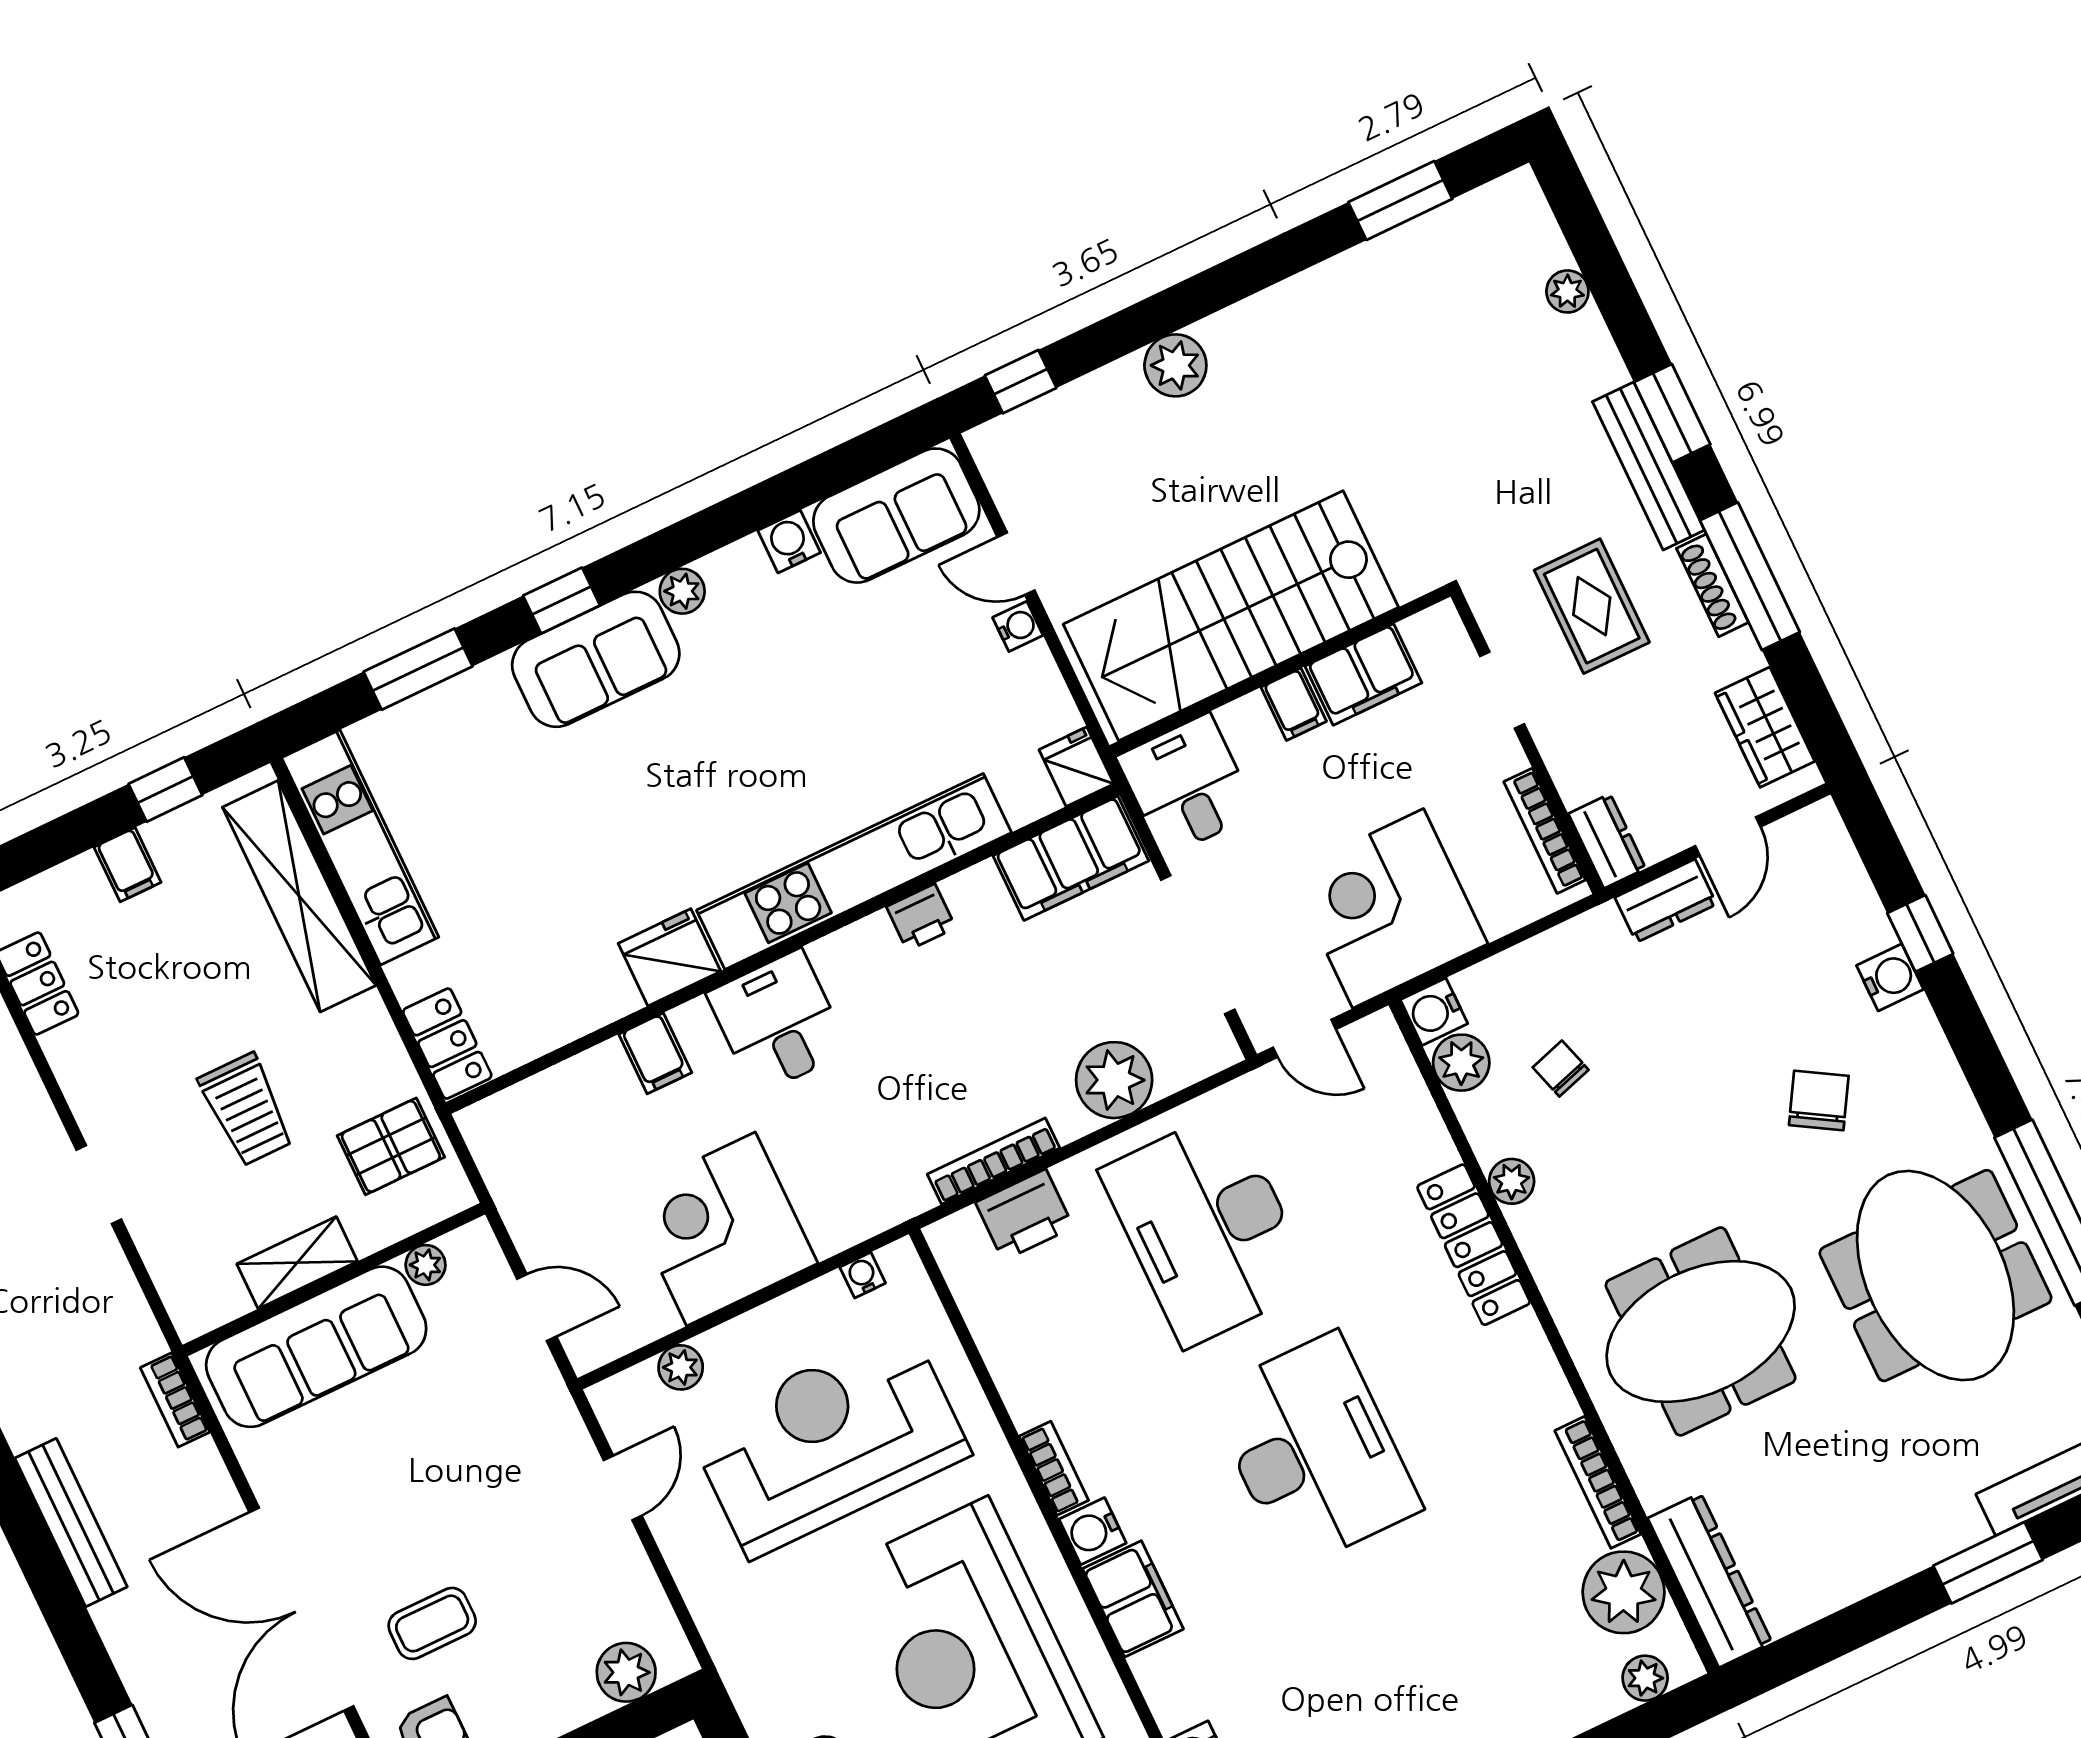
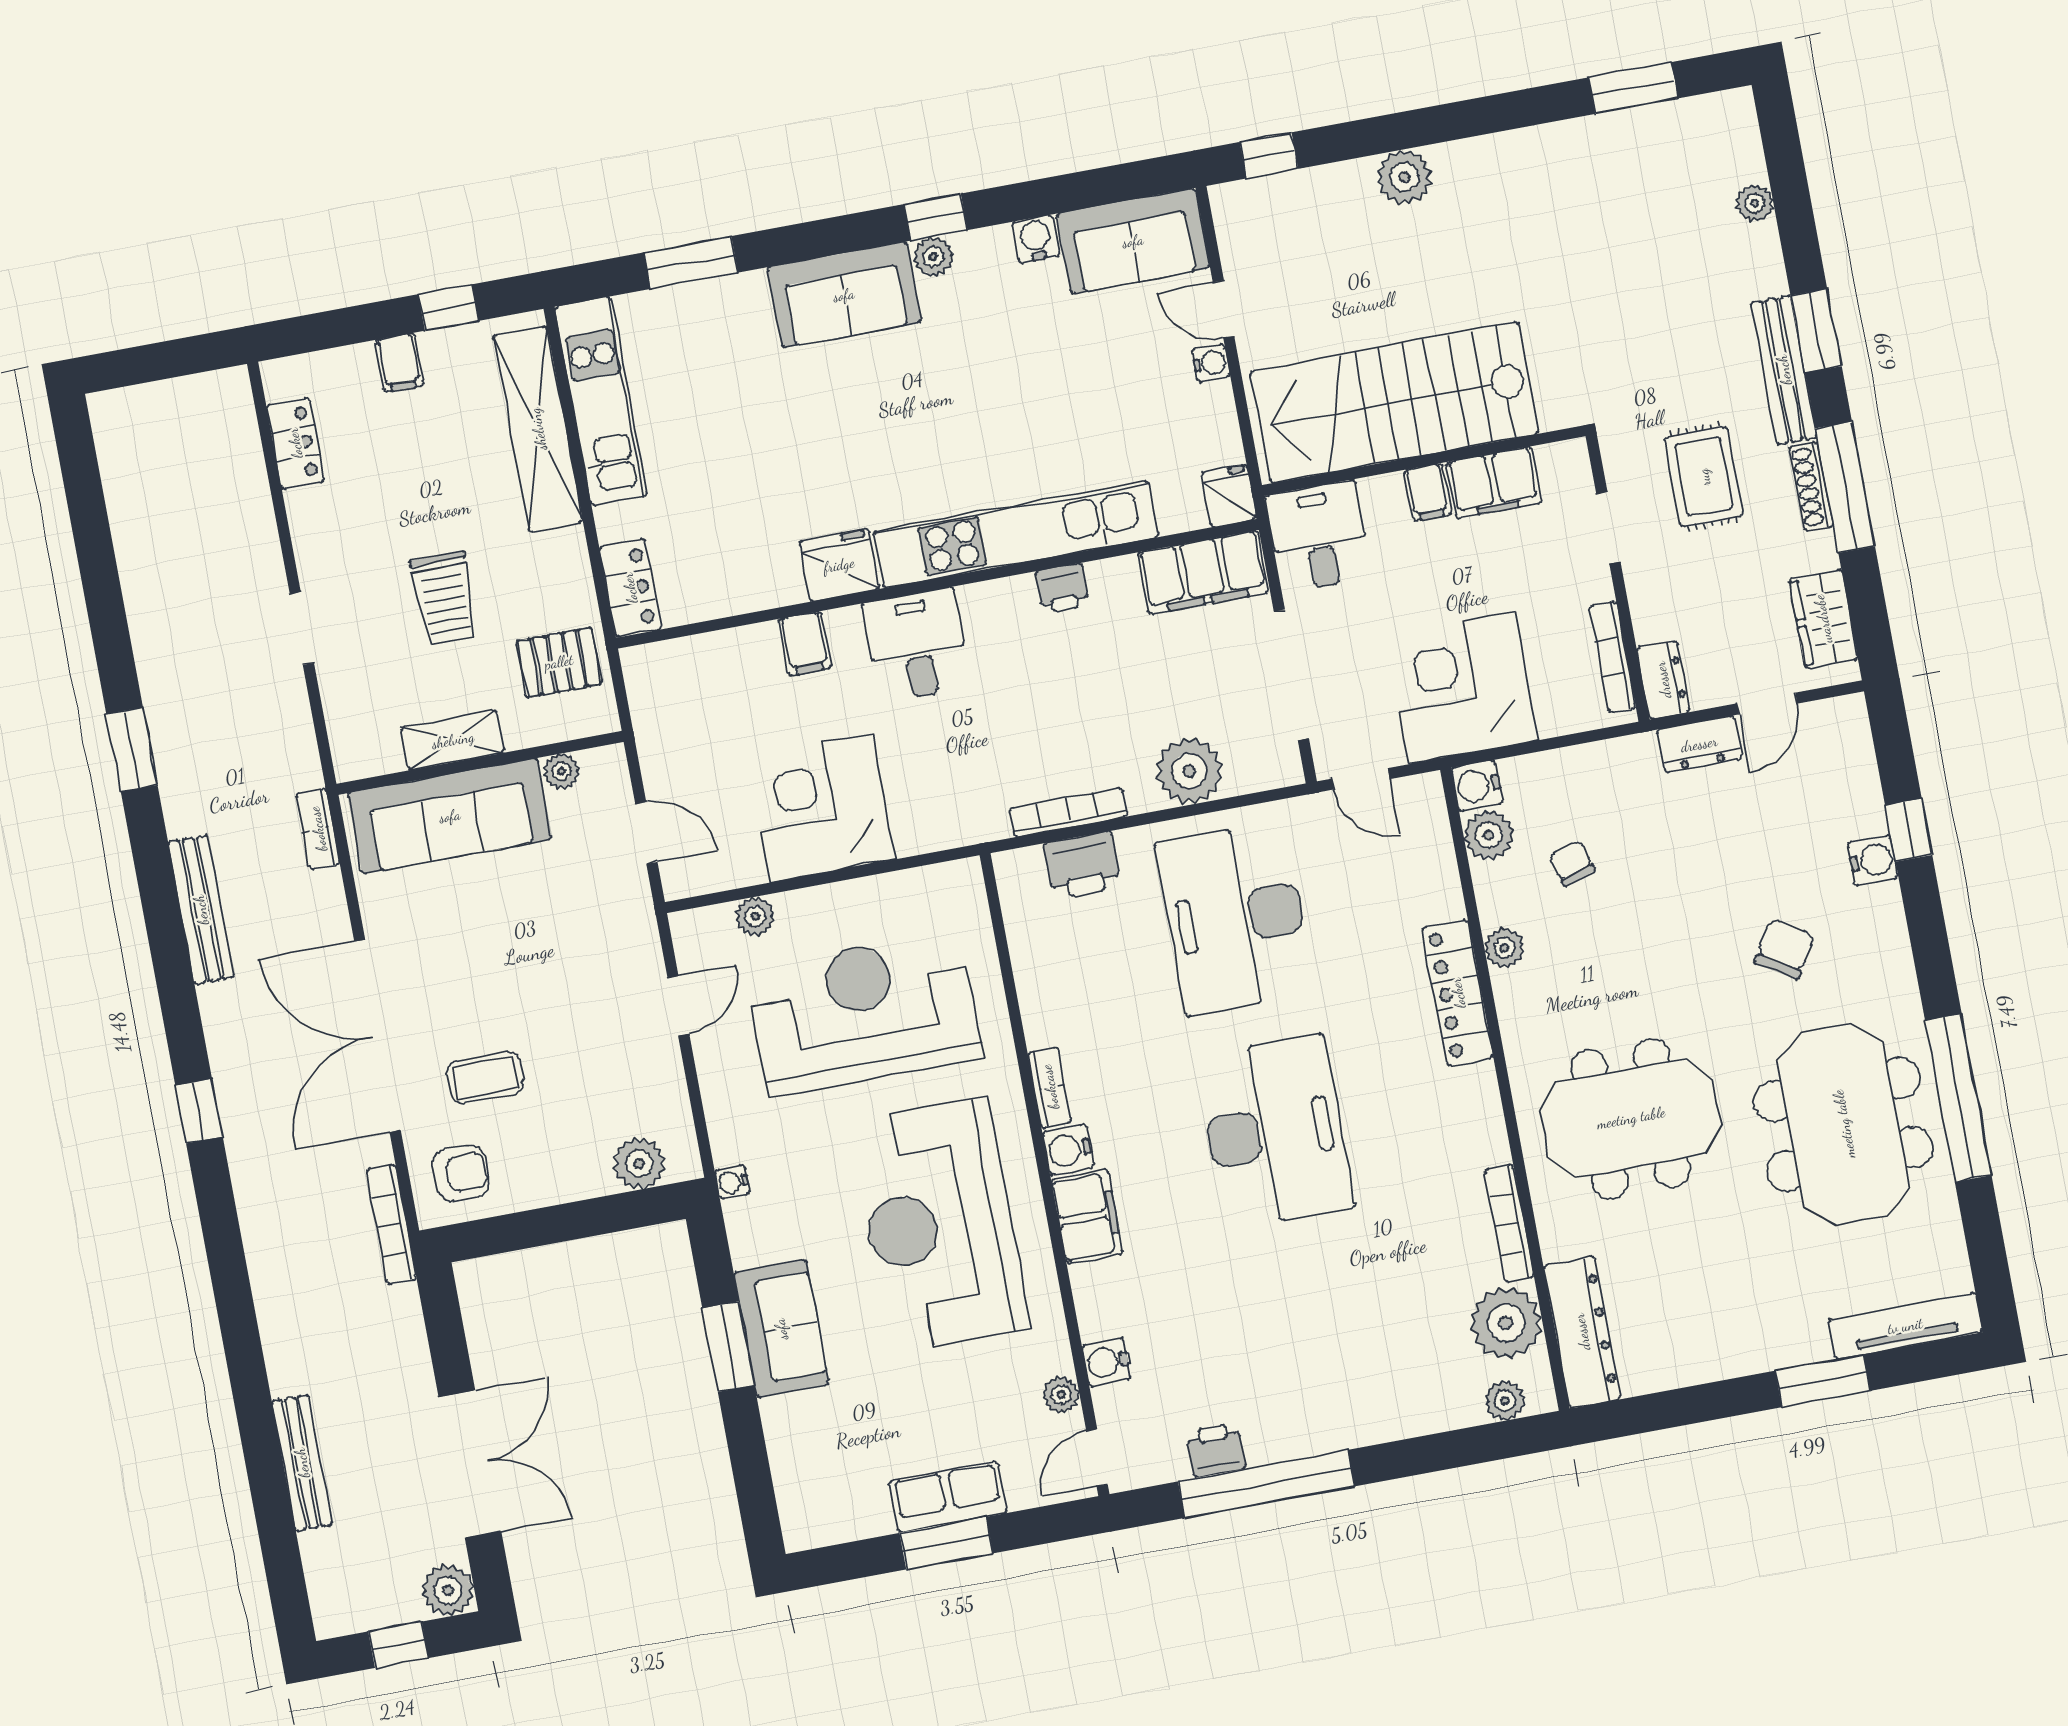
window: (562, 601) -> (936, 217), moved
water cooler: (863, 1275) -> (732, 1182), moved, turned -90

